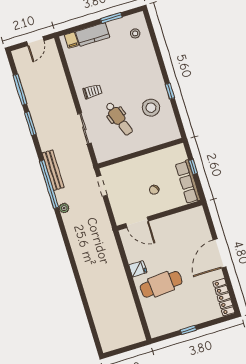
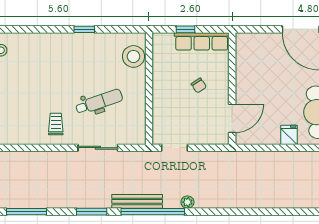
stool: (151, 108) -> (133, 56), moved
window: (30, 124) -> (92, 212), moved

